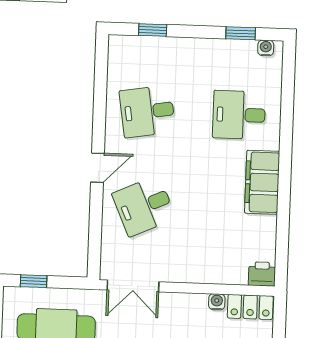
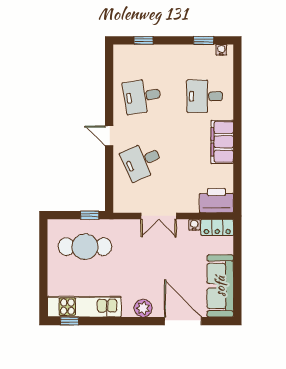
door: (97, 168) -> (109, 136), swing flipped
printer: (262, 274) -> (217, 201), width x1.87, depth x1.48
window: (34, 281) -> (90, 215), moved
double door: (133, 286) -> (159, 216), moved

